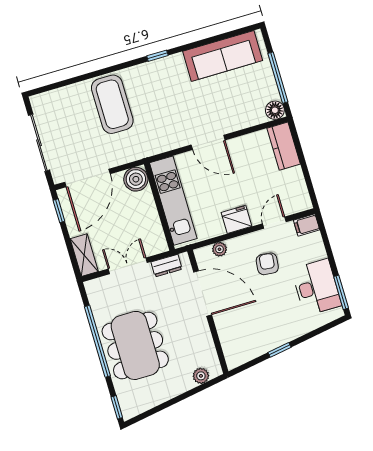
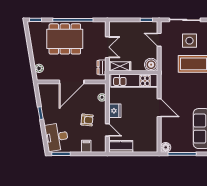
side table: (73, 124) -> (189, 41), added
door: (208, 142) -> (159, 108), swing flipped
kitchen counter: (284, 146) -> (121, 146), moved
door: (87, 178) -> (159, 40), width x0.53
filing cabinet: (307, 225) -> (86, 146), moved
shelving: (84, 255) -> (120, 66), moved
desk: (316, 287) -> (57, 137), moved, turned 81
door: (203, 293) -> (72, 82), moved

